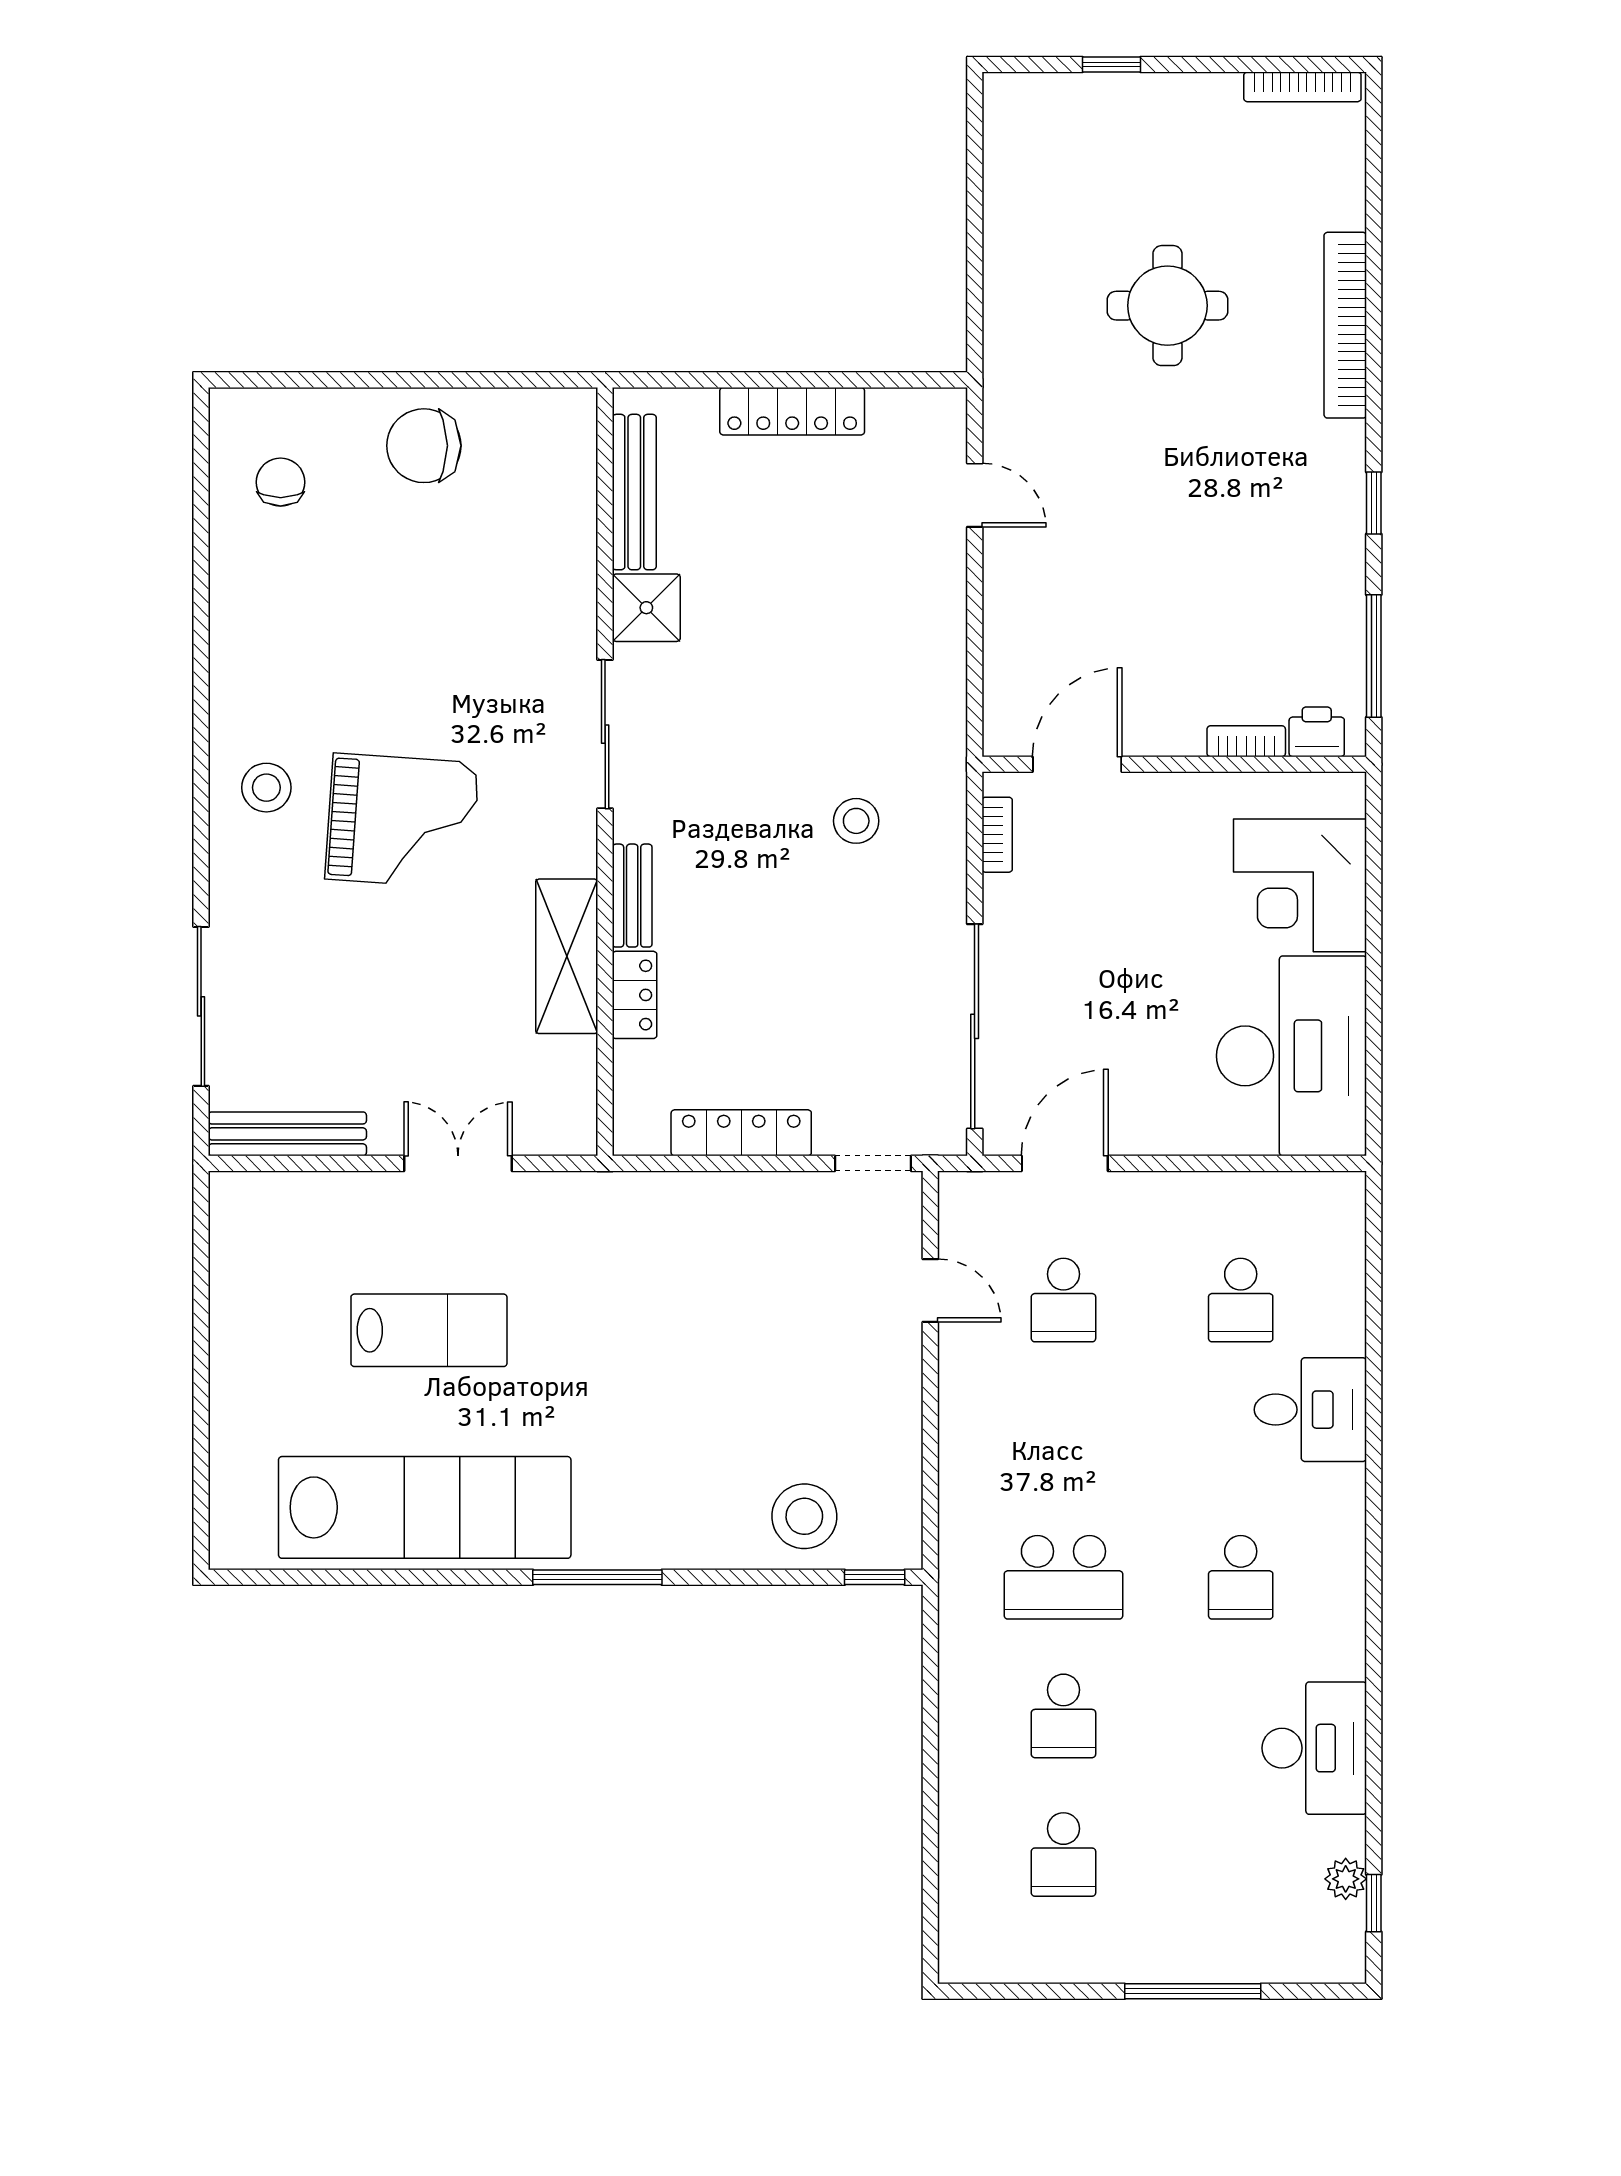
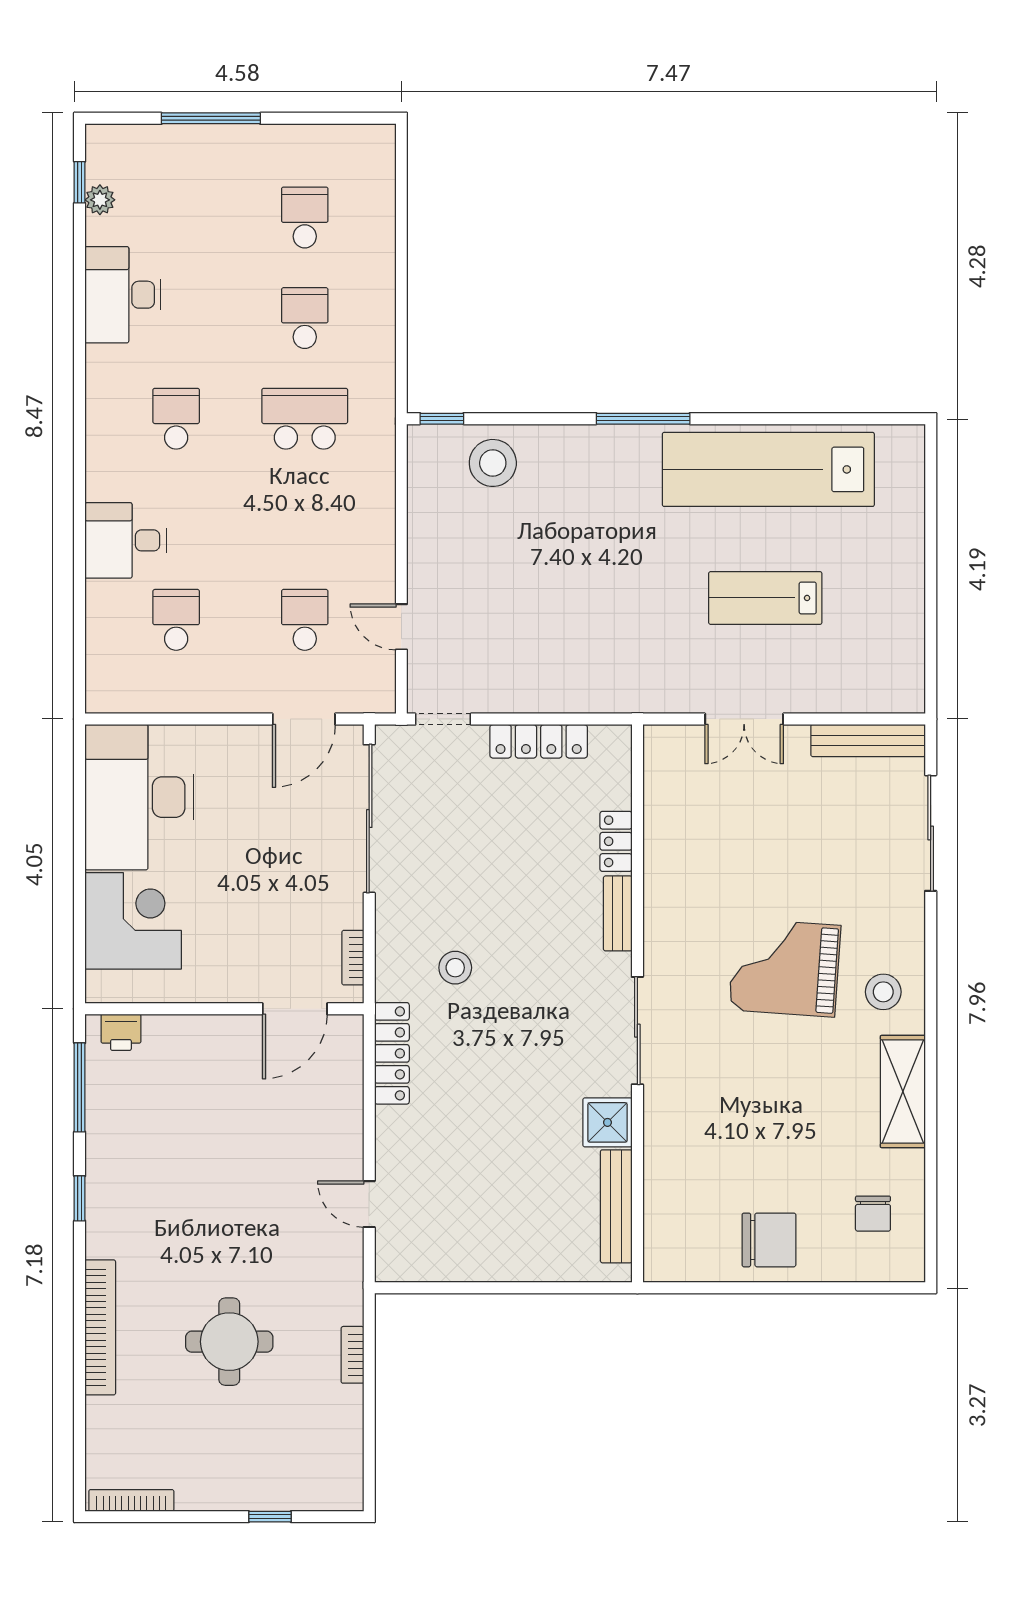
locker: (792, 411) -> (392, 1053), moved, turned 90
bookcase: (1246, 741) -> (352, 1355), moved, turned 90
shelving: (567, 956) -> (903, 1092), moved

